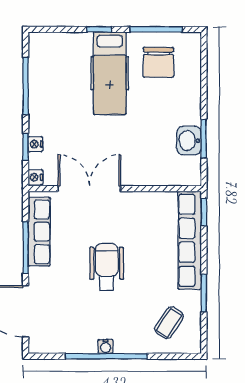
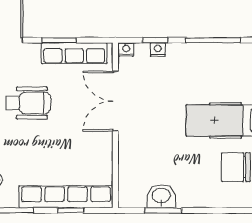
double door: (89, 189) -> (115, 101), swing flipped
window: (204, 212) -> (71, 210), moved
window: (26, 248) -> (59, 40), width x0.69
wheelchair: (107, 267) -> (28, 103), moved

